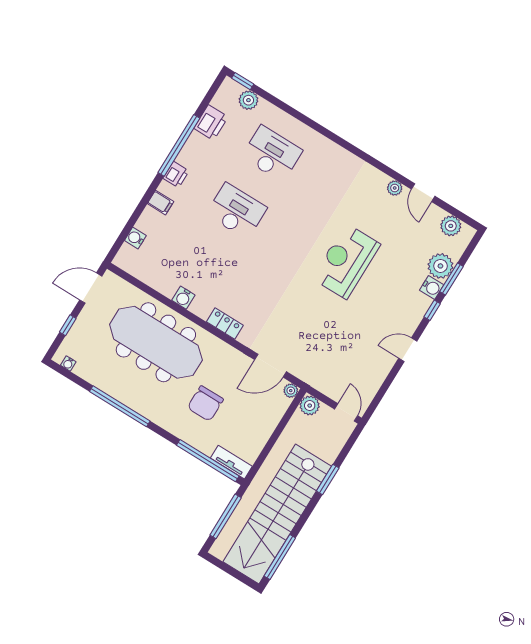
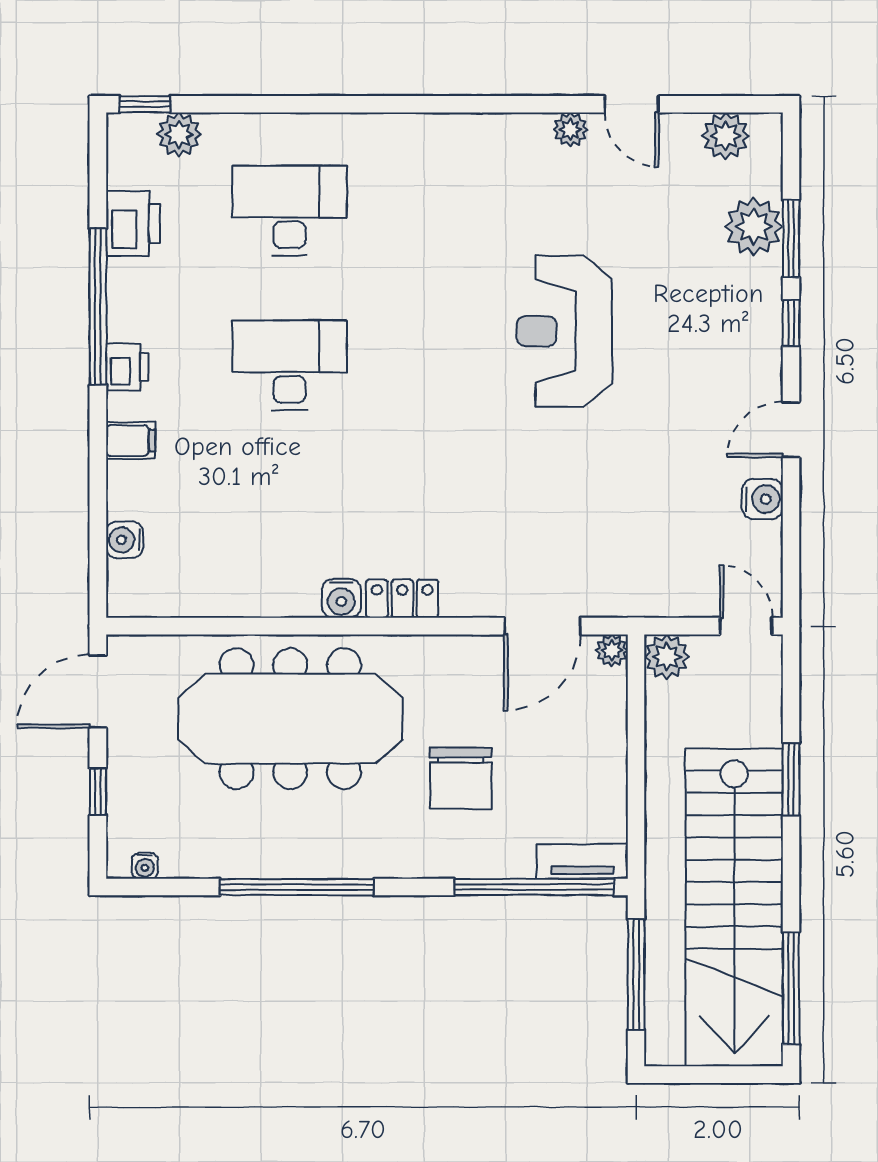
water cooler: (432, 287) -> (762, 499), moved
water cooler: (183, 298) -> (341, 598), moved

